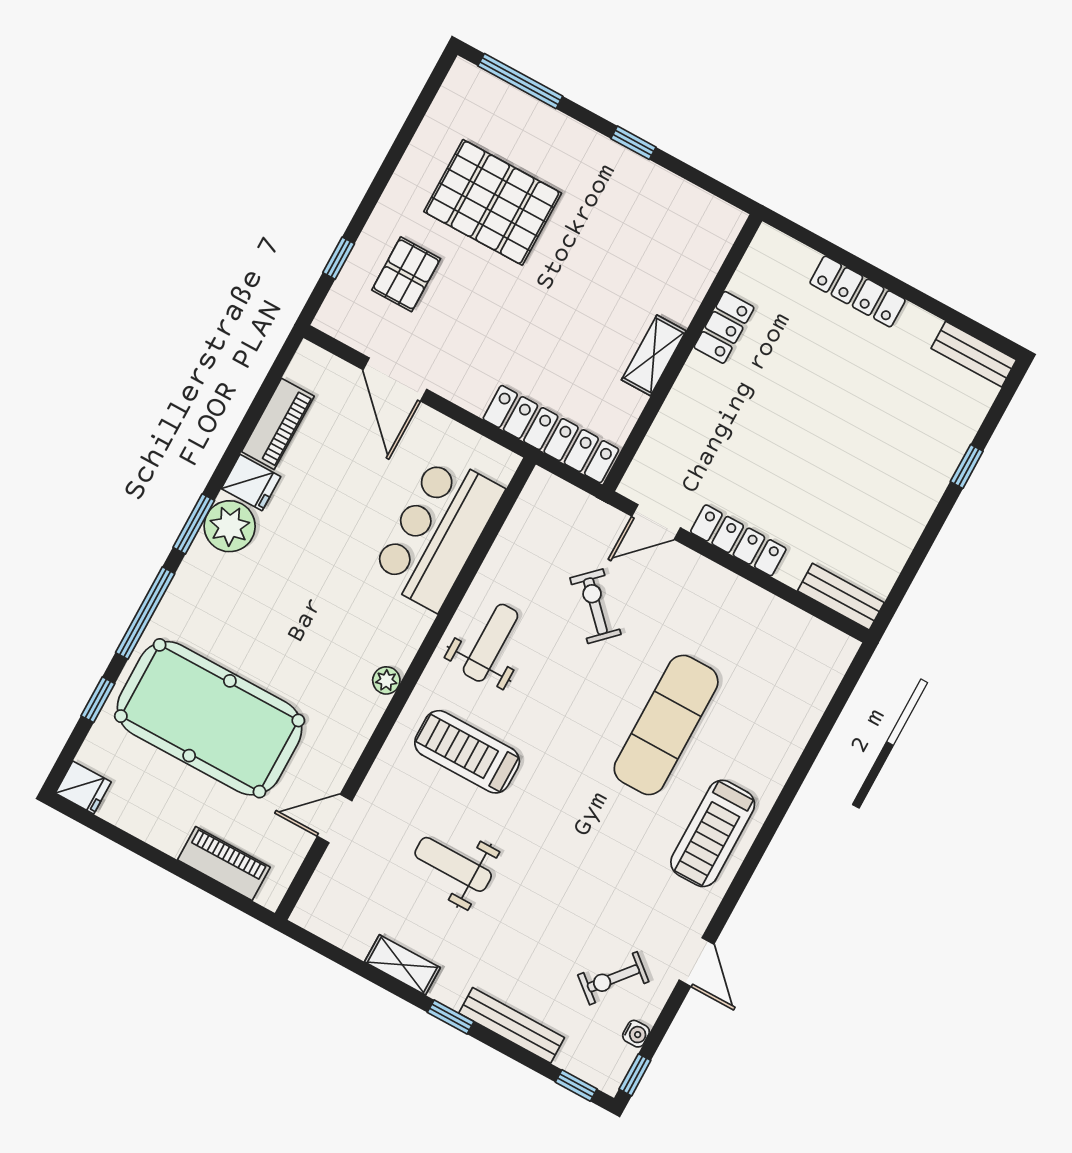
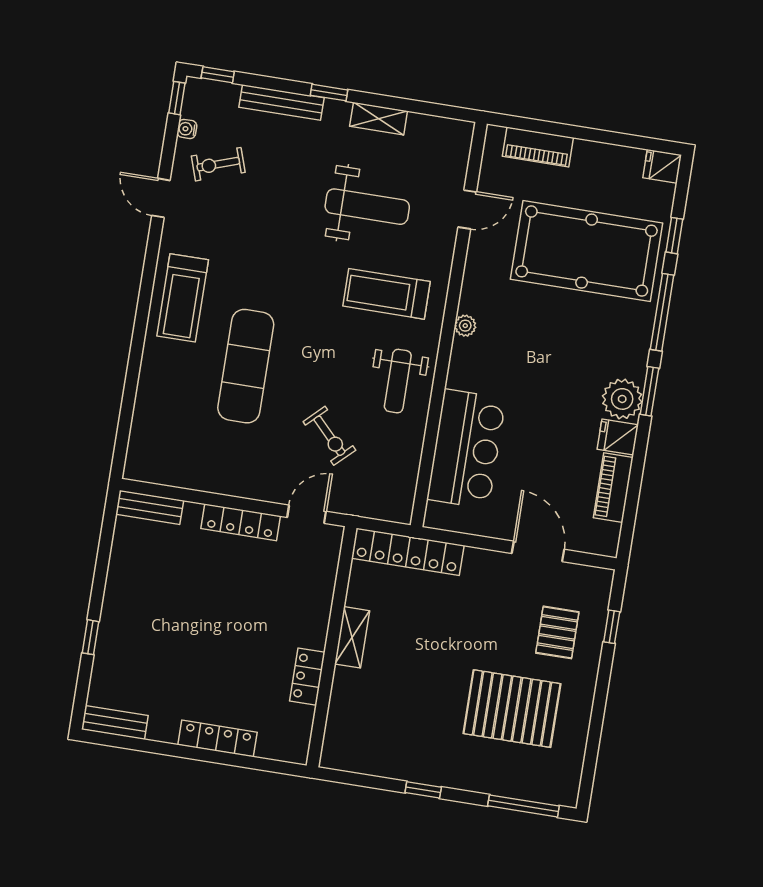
treadmill: (467, 752) -> (387, 294), turned 180
treadmill: (713, 833) -> (183, 298), turned 180
weight bench: (453, 864) -> (367, 207), width x1.36, depth x1.33
exercise bike: (613, 978) -> (218, 164), turned -149

